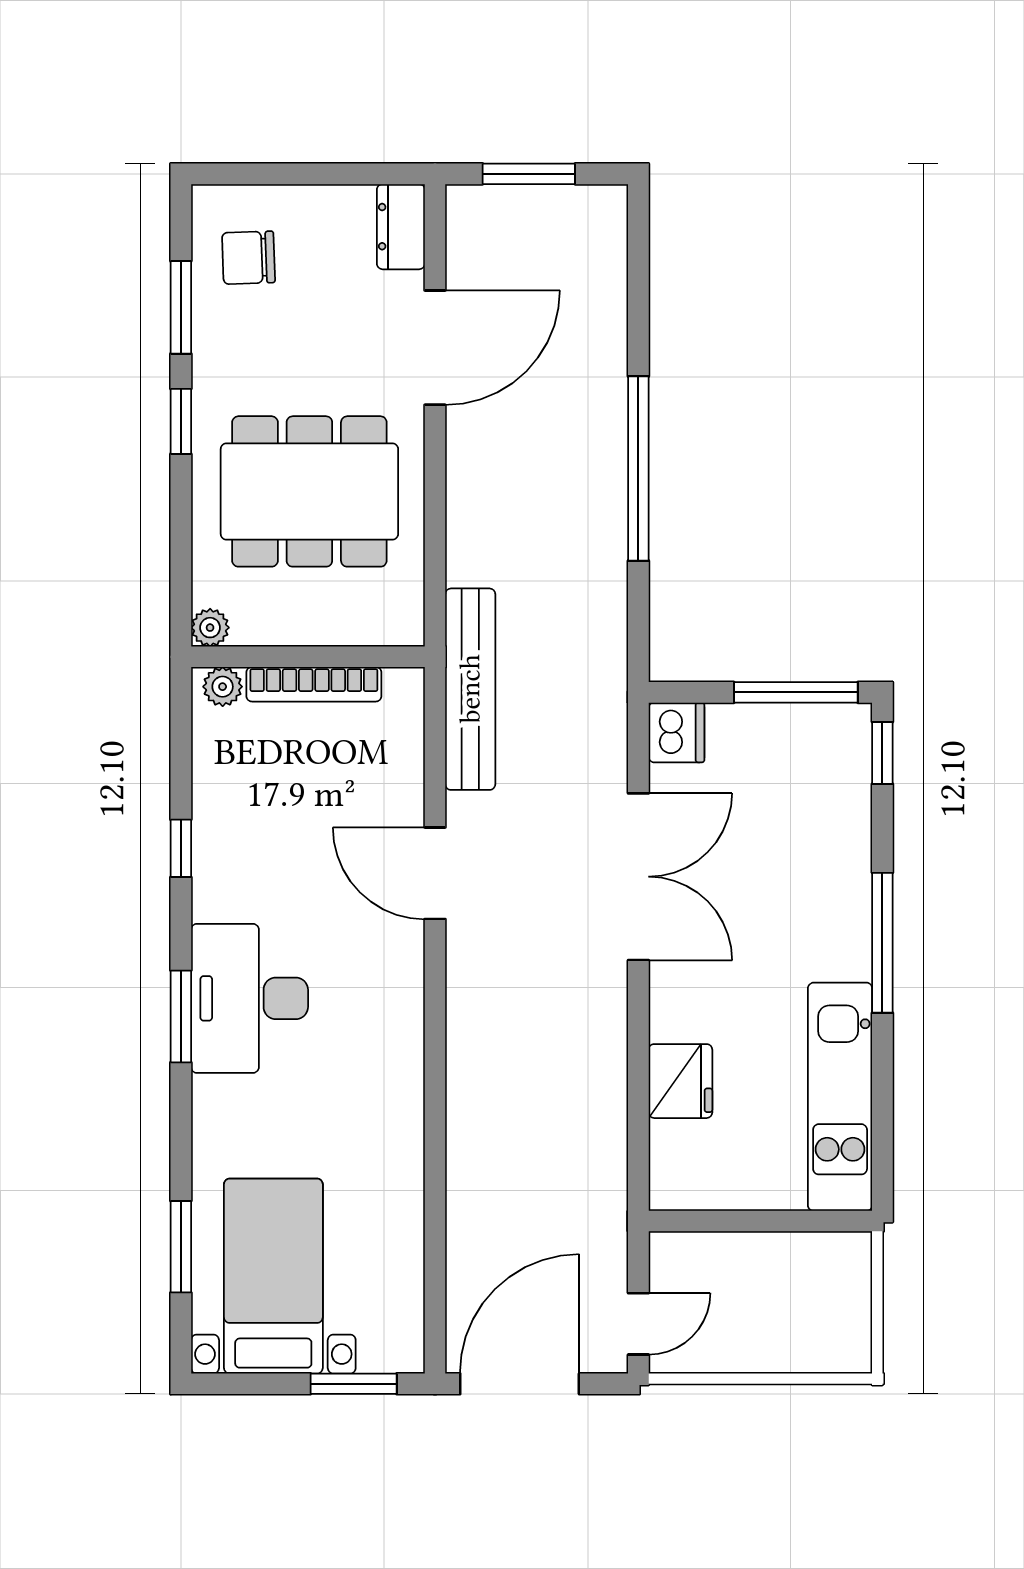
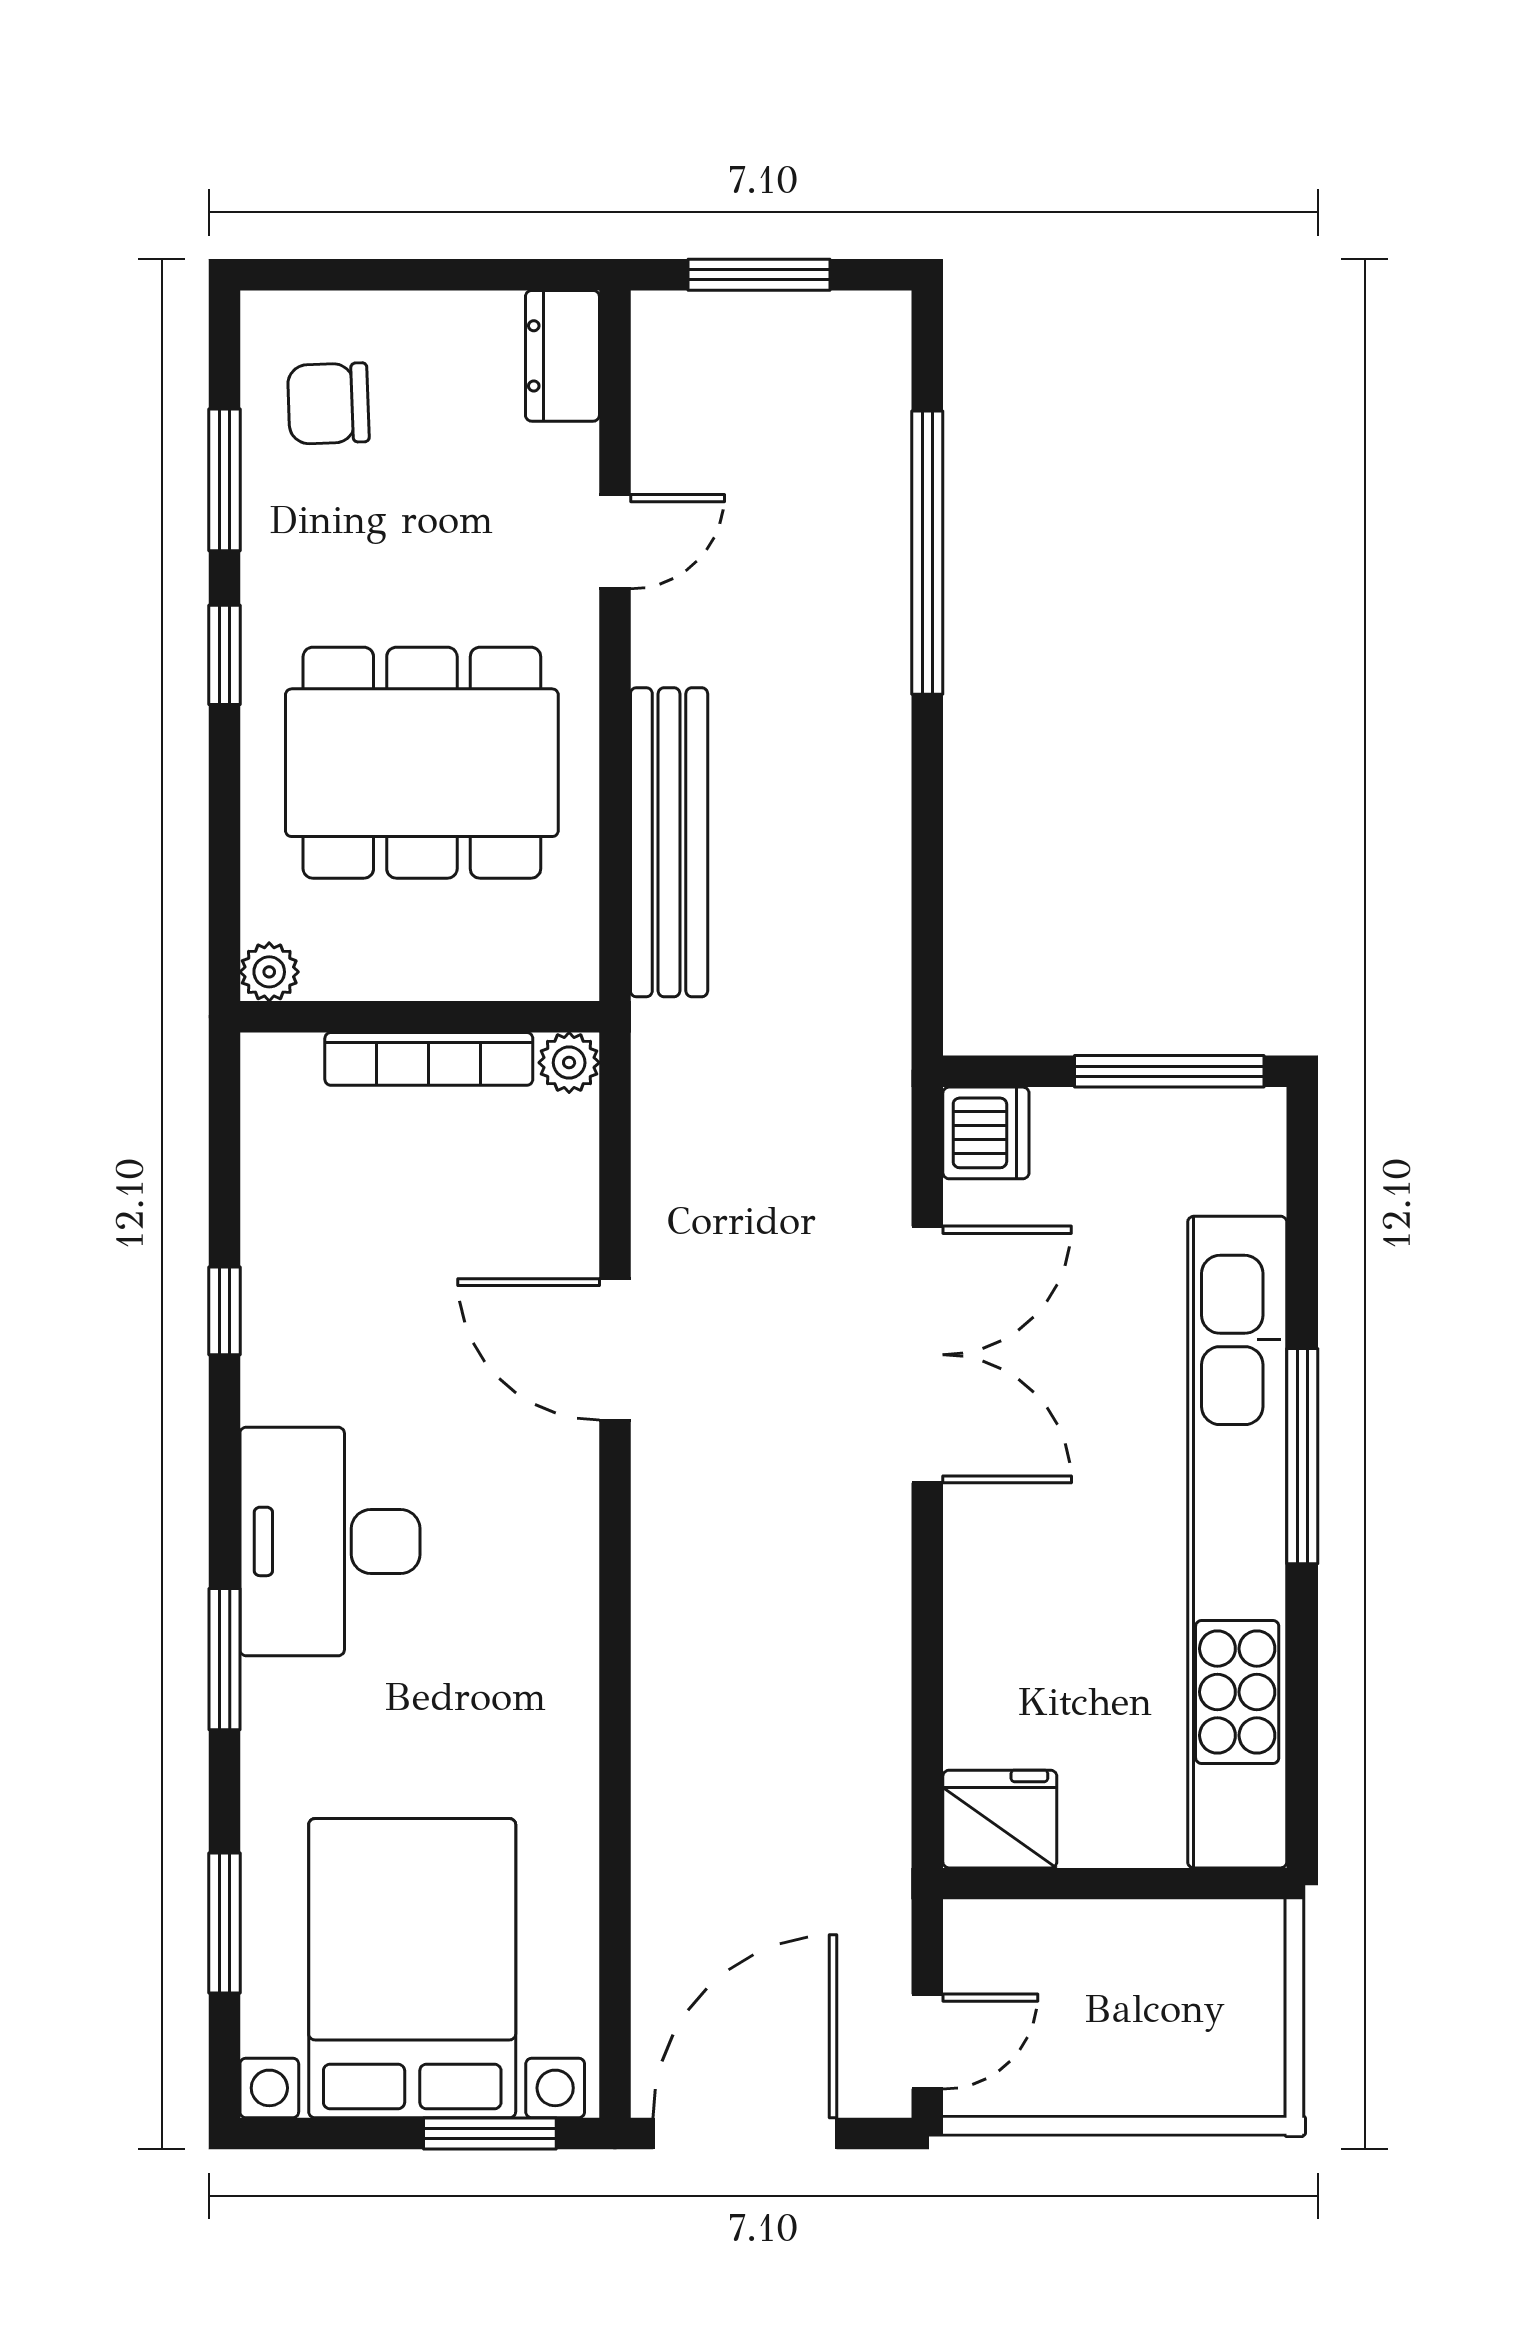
door: (435, 348) -> (615, 542), width x0.53
window: (638, 468) -> (927, 553), moved
plant: (223, 687) -> (569, 1063), moved
bench: (470, 689) -> (669, 842), moved
window: (882, 753) -> (1302, 1164), removed
window: (181, 1016) -> (224, 1659), moved
fridge: (680, 1081) -> (1000, 1819), moved, turned -90
kitchen unit: (840, 1097) -> (1237, 1542), width x1.86
bed with nightstands: (273, 1276) -> (412, 1968), width x1.36

